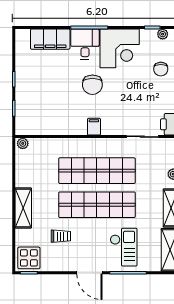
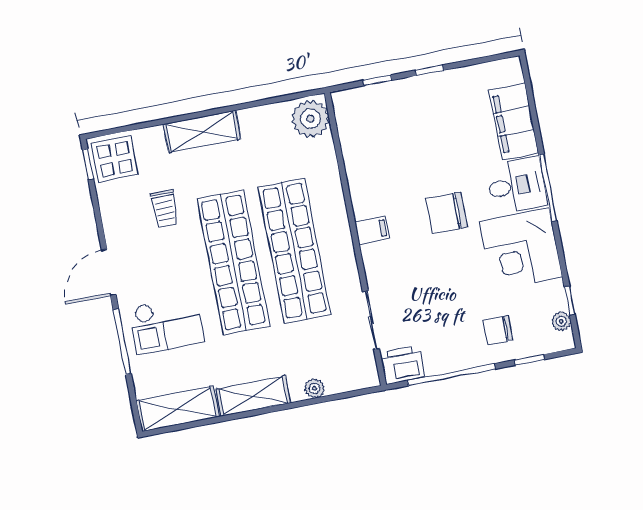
plant: (23, 143) -> (310, 119), width x1.88, depth x1.88

